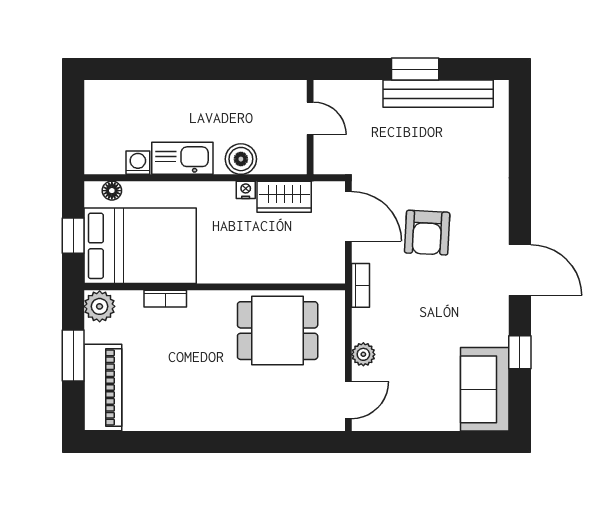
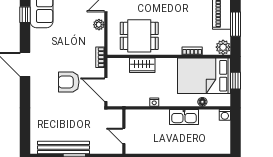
boiler: (241, 159) -> (156, 117), removed
washing machine: (138, 163) -> (225, 115), moved
floor lamp: (112, 191) -> (202, 102), moved
wardrobe: (284, 197) -> (142, 65), moved, turned 180
armchair: (427, 233) -> (69, 82), turned -93
window: (520, 352) -> (25, 15), moved

